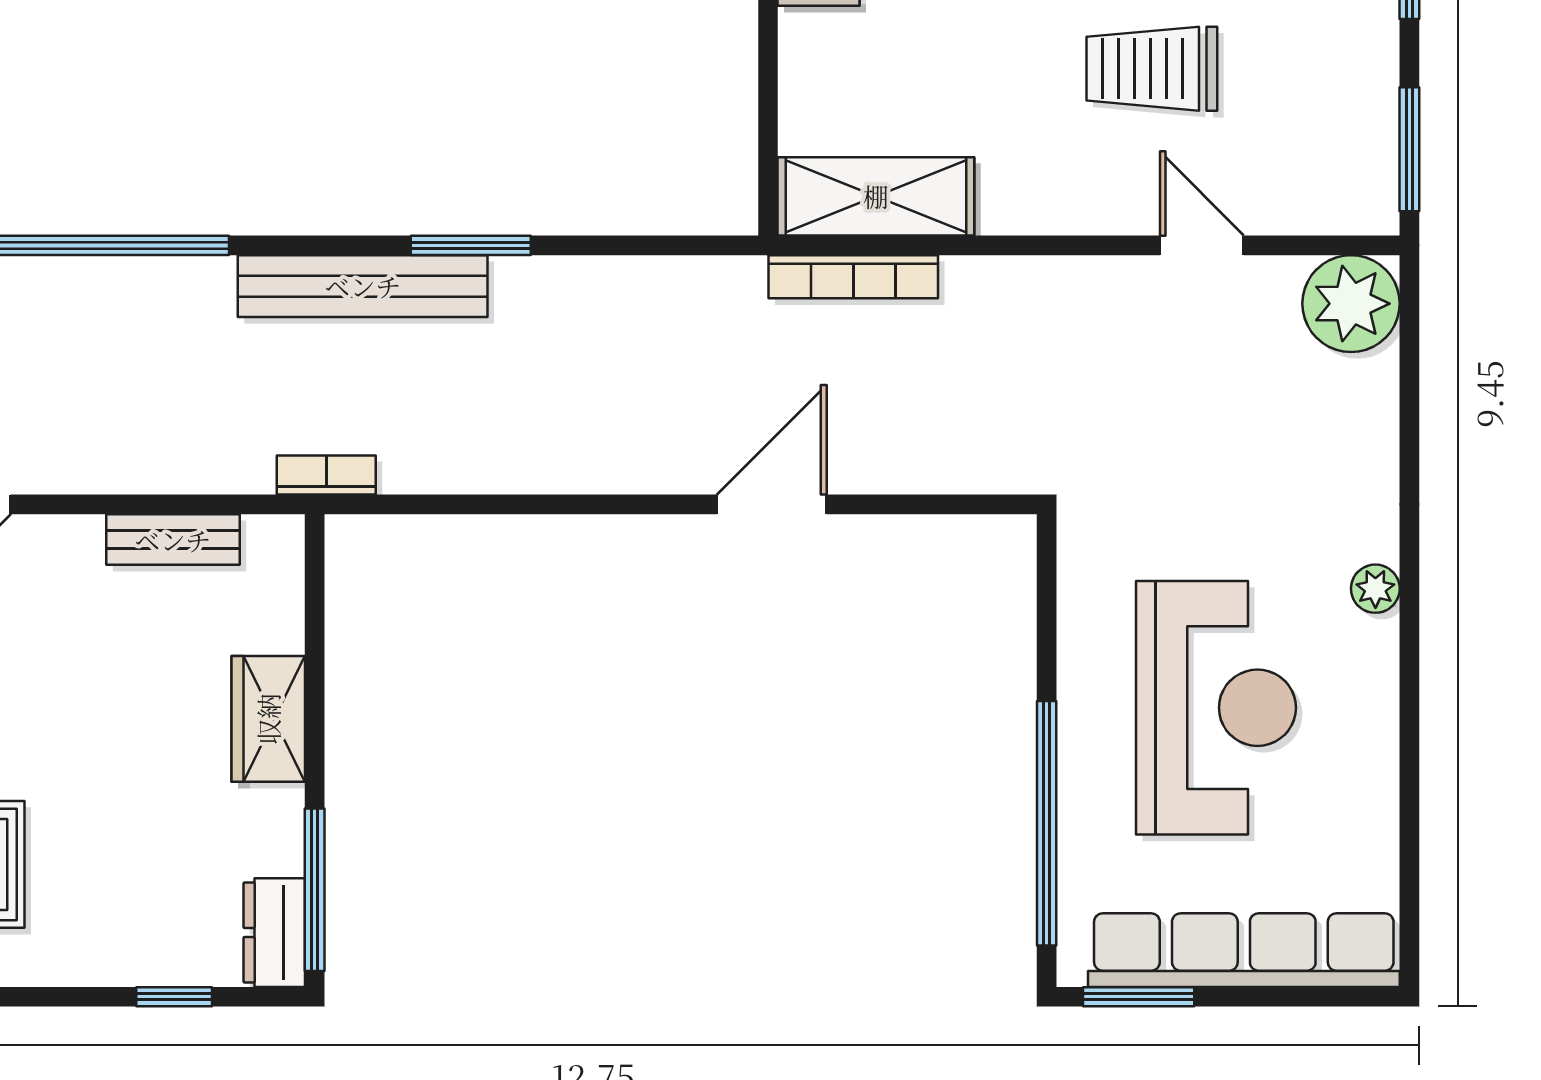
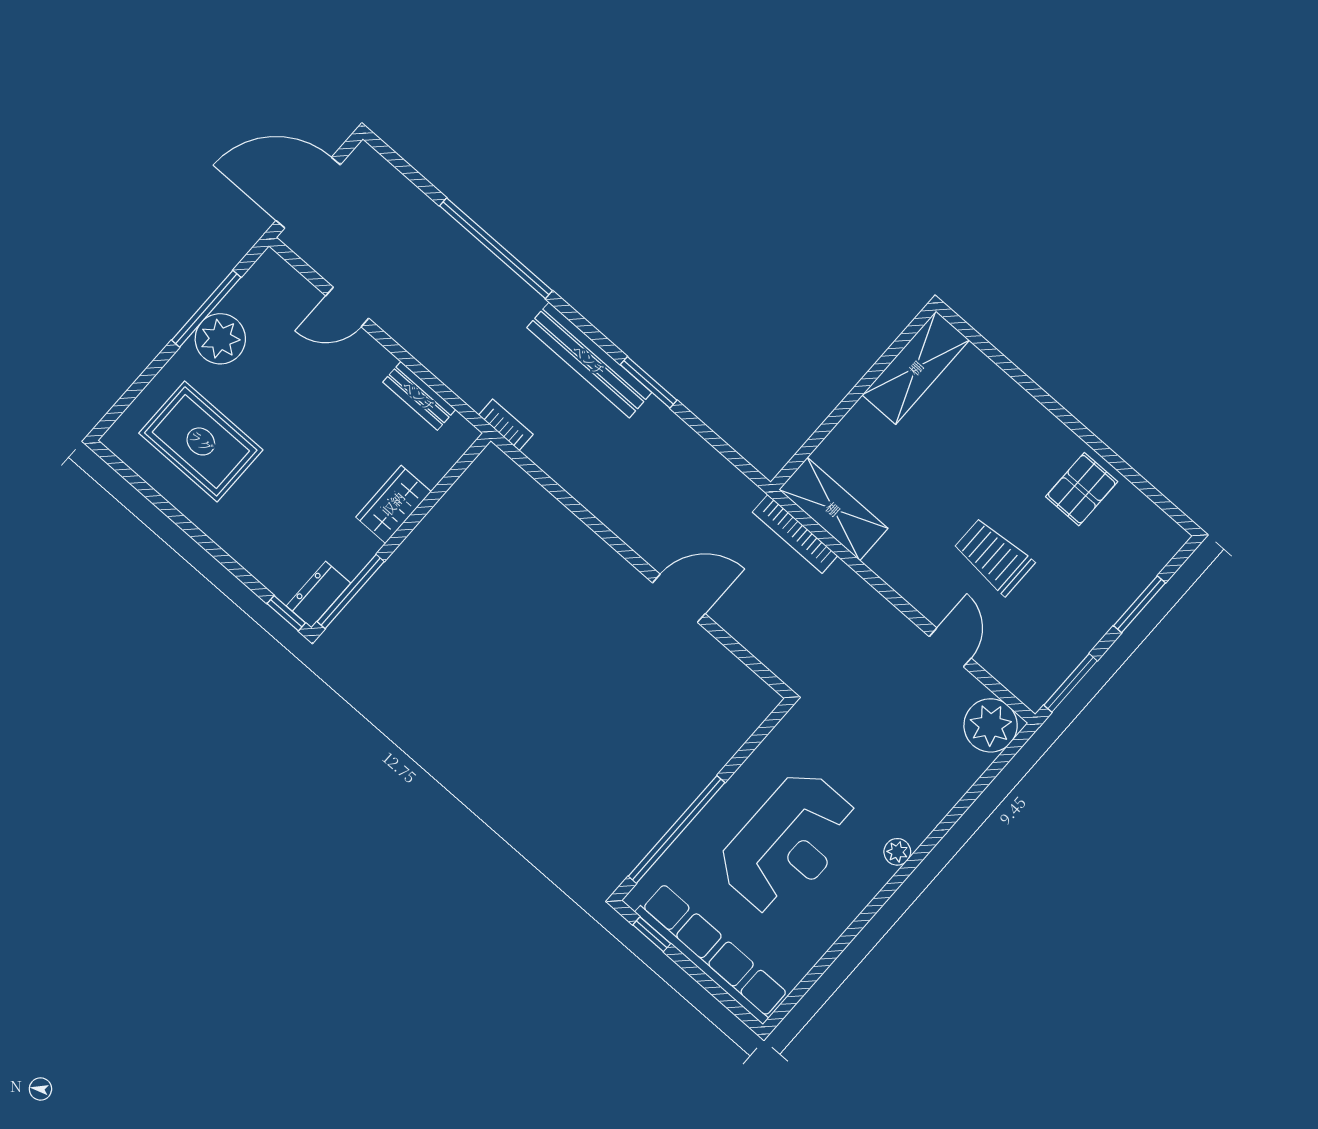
window: (174, 997) -> (286, 613), moved
window: (1139, 997) -> (652, 934), width x0.67

